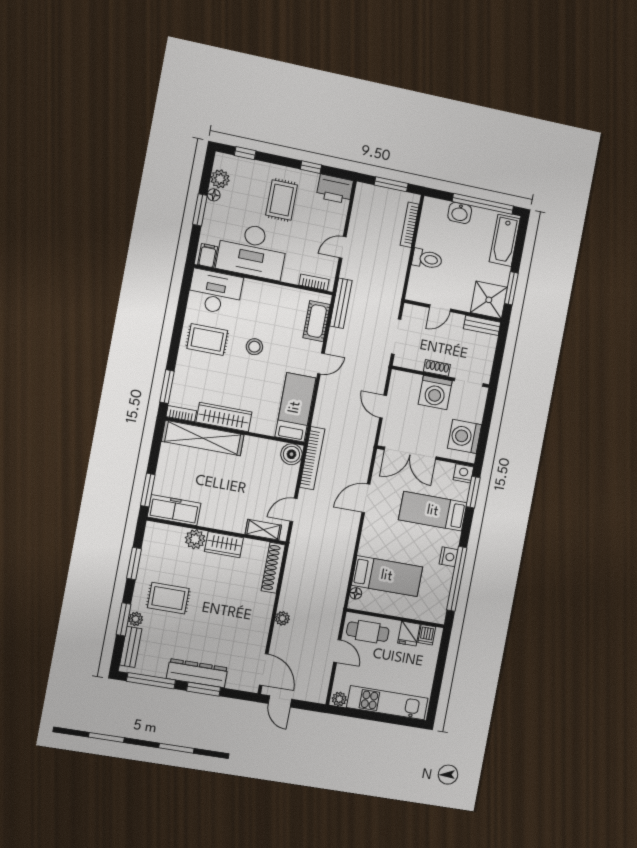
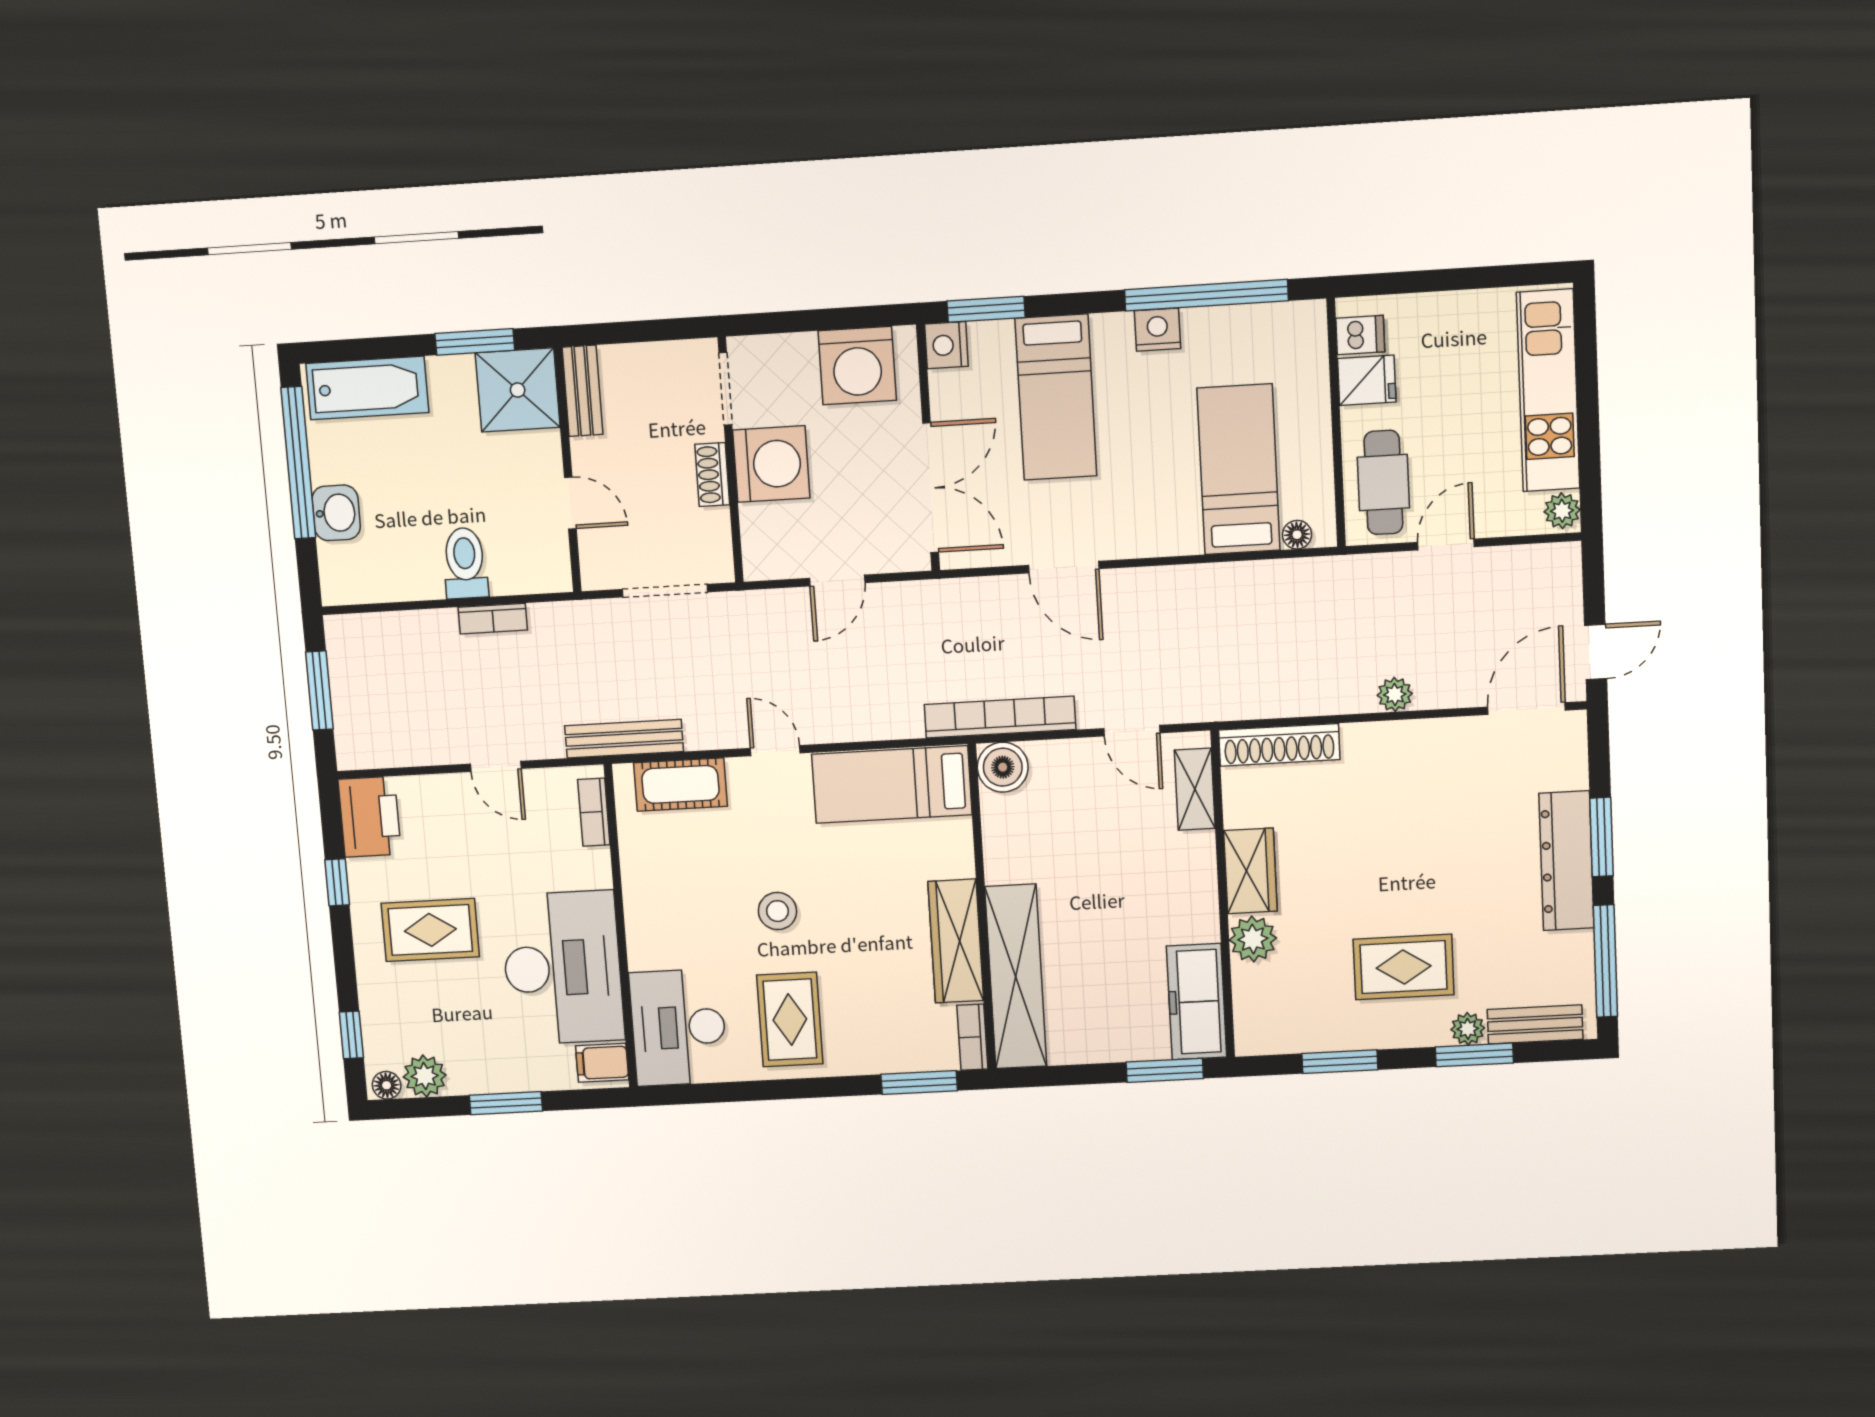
floor lamp: (214, 195) -> (387, 1085), moved
bookcase: (410, 225) -> (493, 619), moved, width x0.64
rug: (168, 598) -> (1404, 967), turned 90

